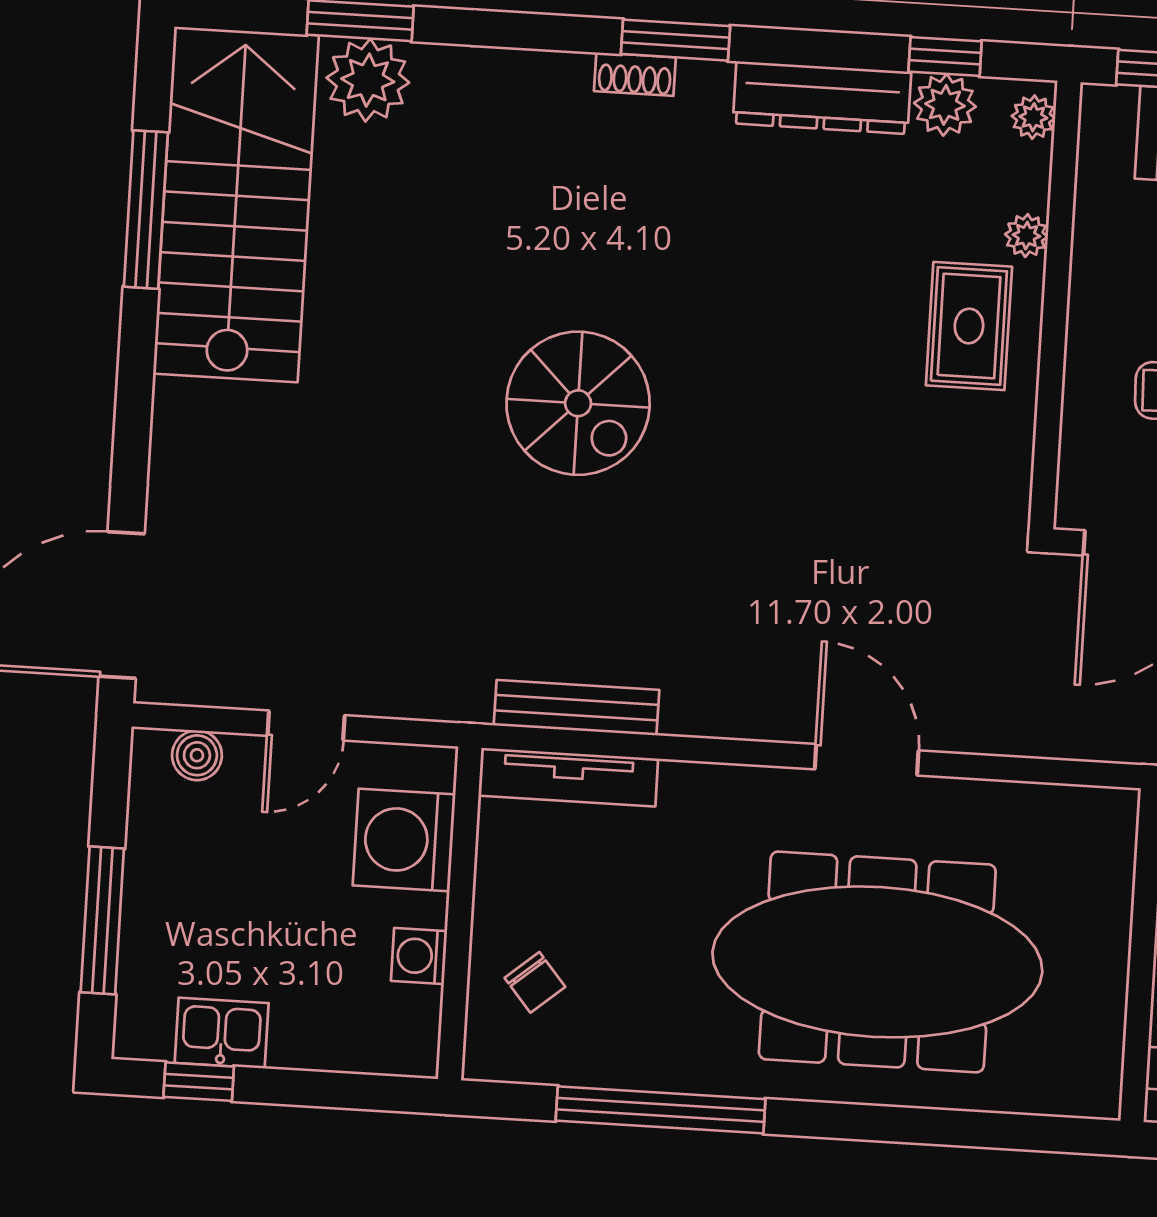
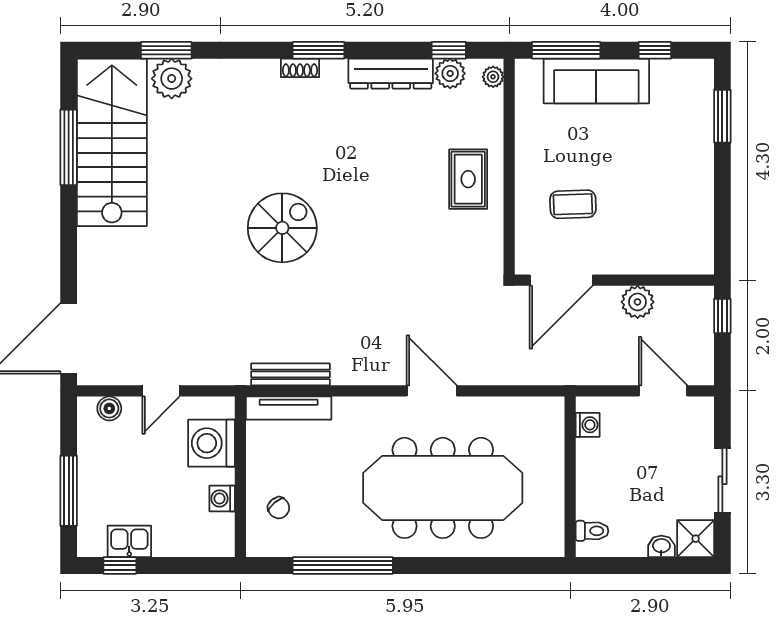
plant: (1026, 236) -> (493, 134), removed
spiral stairs: (578, 403) -> (282, 228), turned -90

